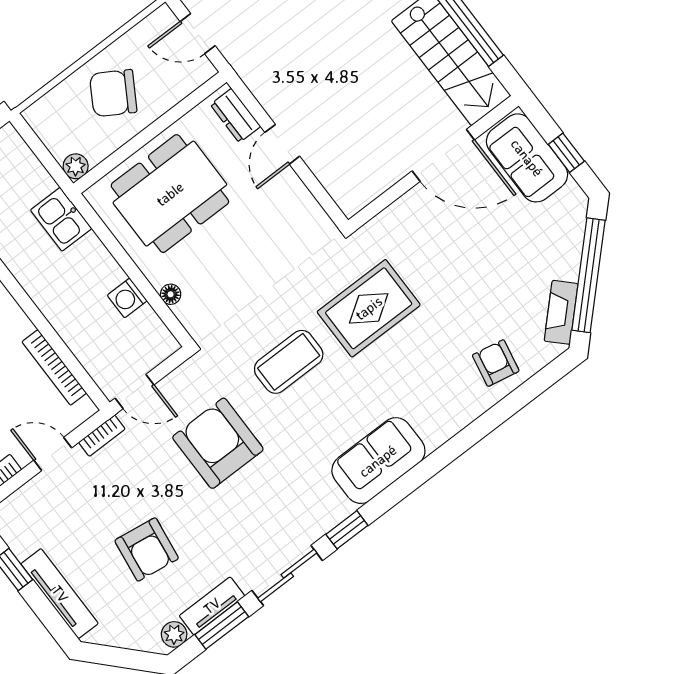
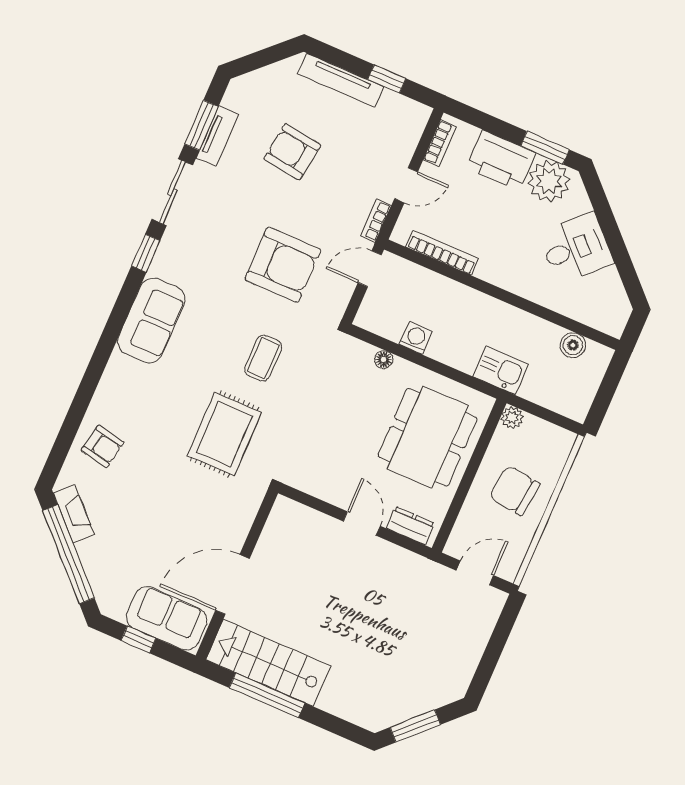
chair: (113, 93) -> (515, 490), turned -114
coffee table: (289, 362) -> (263, 358), width x0.73, depth x0.77
plant: (174, 634) -> (234, 98), removed

